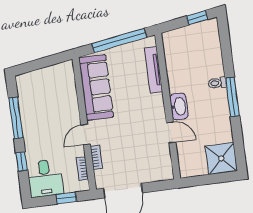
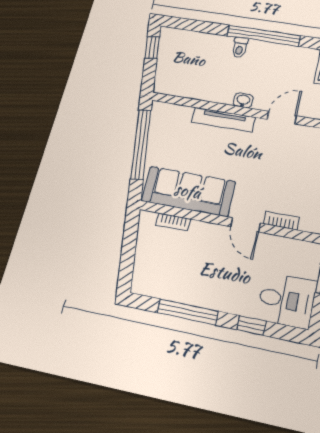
tv unit: (154, 70) -> (224, 120), moved
window: (232, 97) -> (264, 36), width x1.46
washbasin: (179, 106) -> (243, 100), width x0.52, depth x0.69
bookcase: (82, 169) -> (173, 222), moved

